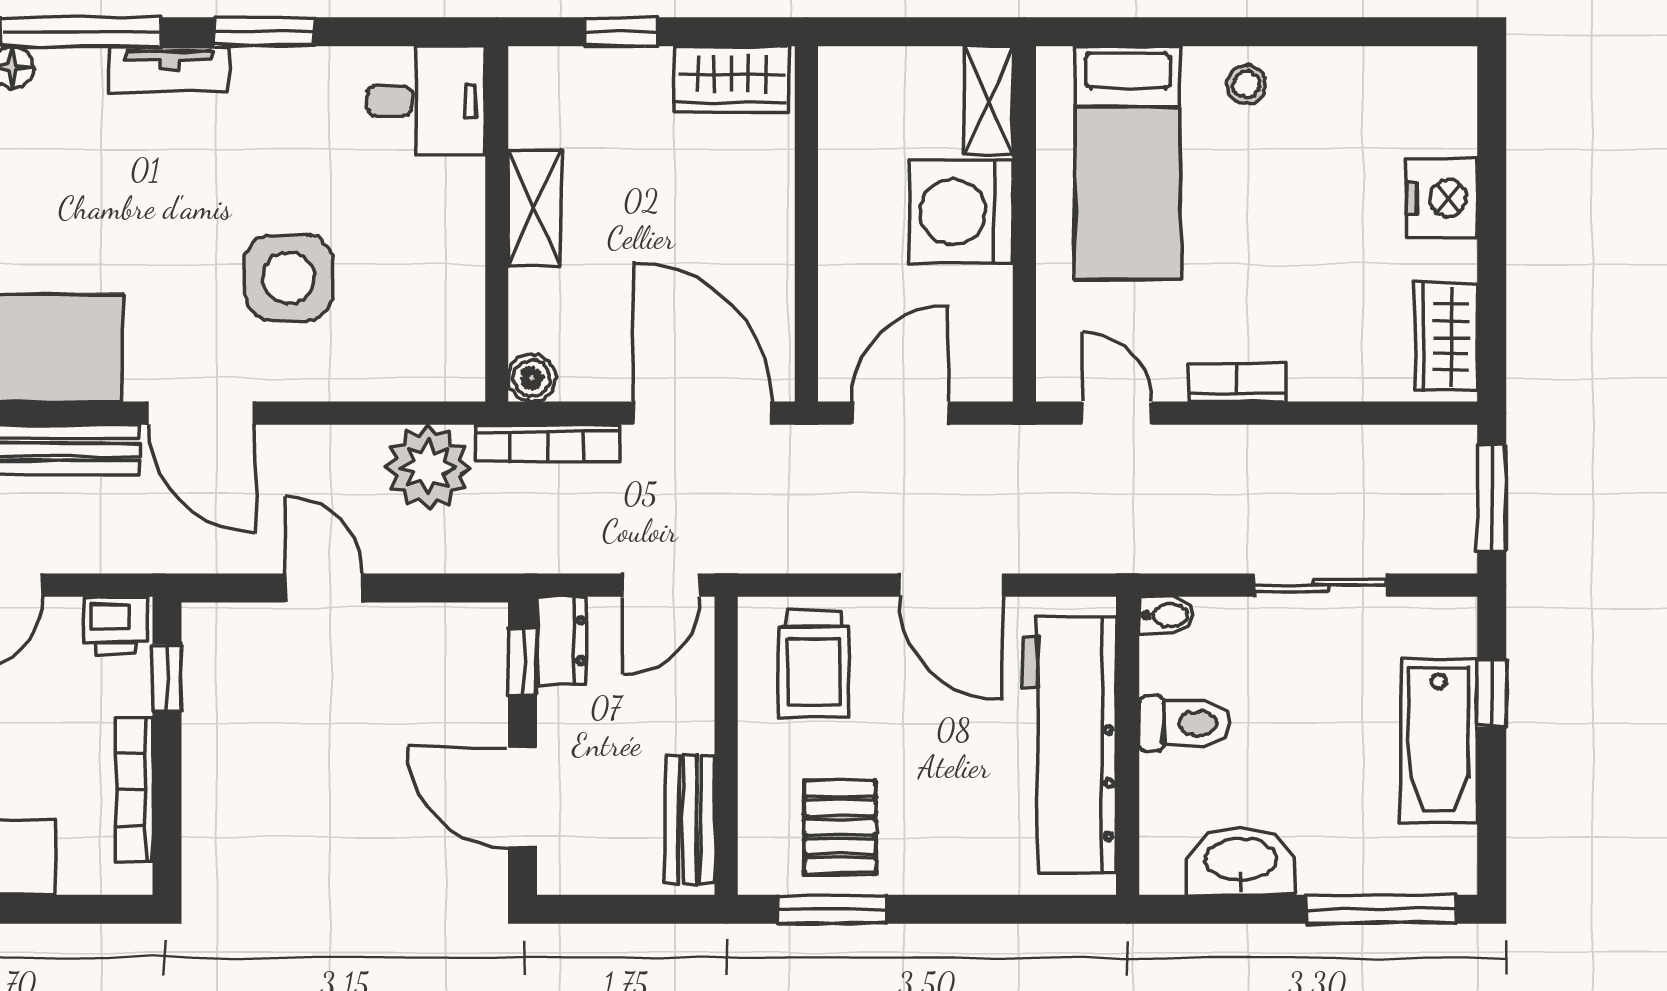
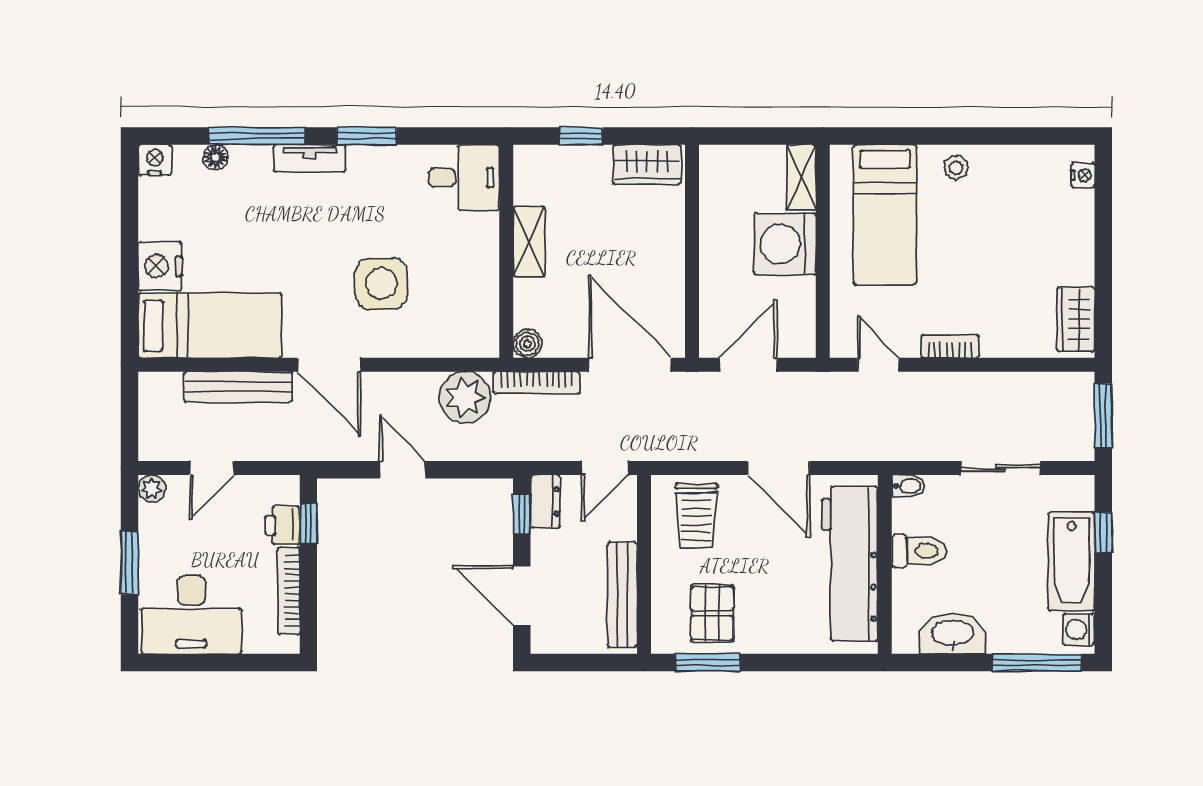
nightstand: (1442, 198) -> (1083, 175), moved, width x0.53, depth x0.56
printer: (116, 626) -> (282, 525), moved, turned 90
bench: (690, 820) -> (622, 595), width x1.36
washing machine: (1451, 854) -> (1079, 629), added

